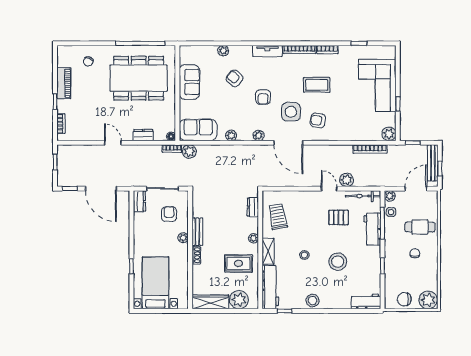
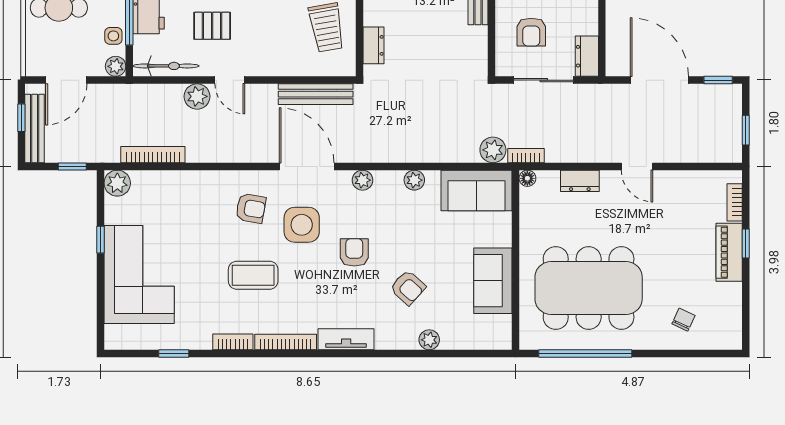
piano: (64, 83) -> (729, 252), moved
bench: (284, 181) -> (316, 94), added

